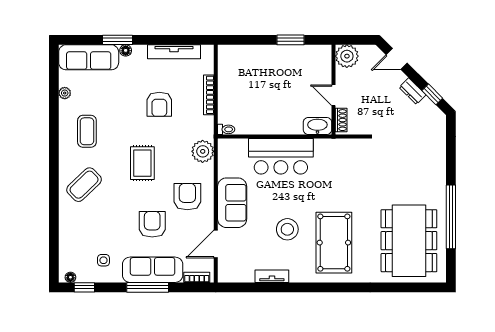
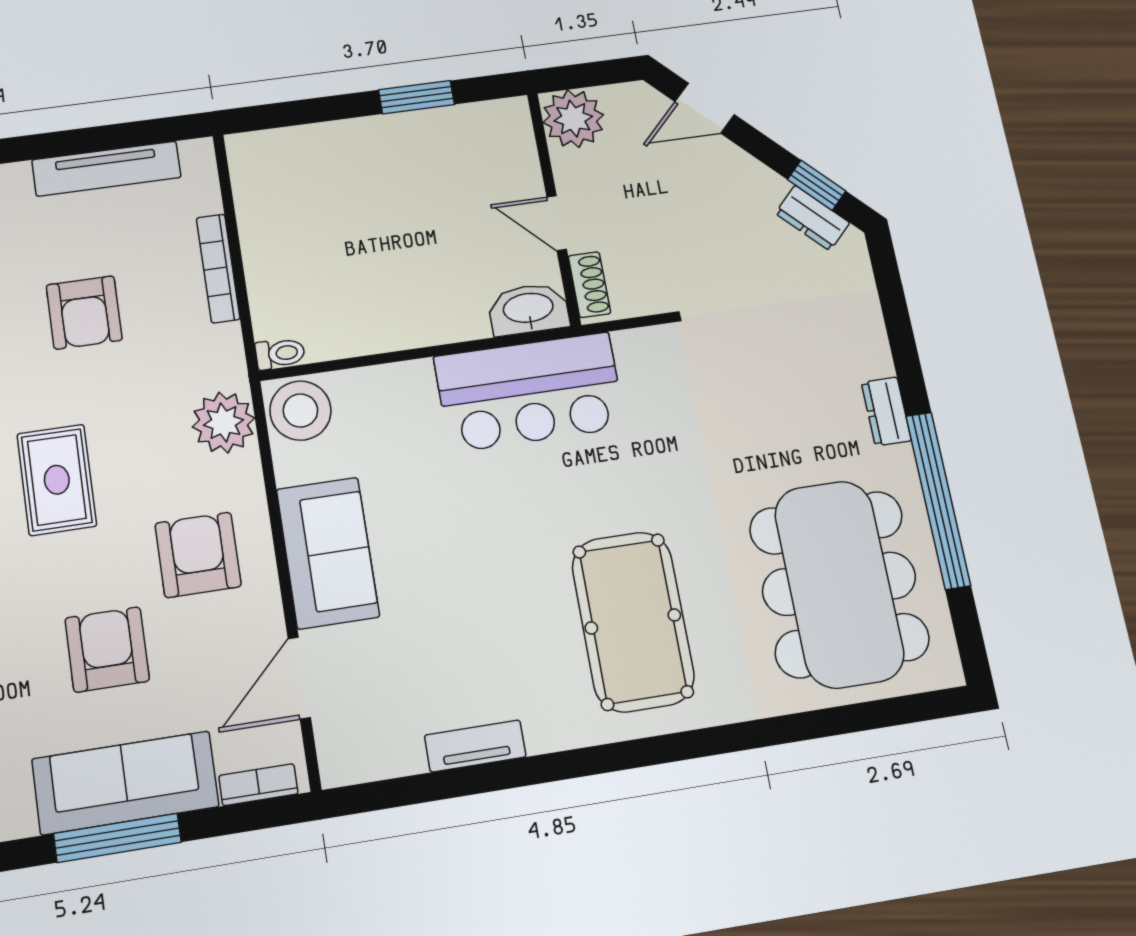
dresser: (412, 91) -> (812, 218), moved
bar counter: (281, 156) -> (530, 392), moved
dresser: (439, 182) -> (886, 411), added
stool: (287, 229) -> (300, 411), moved

